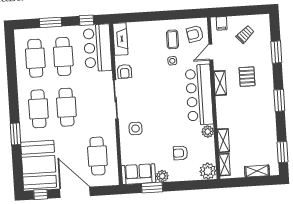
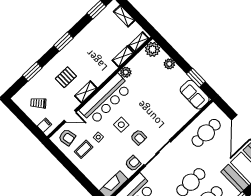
side table: (136, 129) -> (121, 125), moved
armchair: (180, 153) -> (138, 137), moved
plant: (162, 176) -> (169, 64), moved

